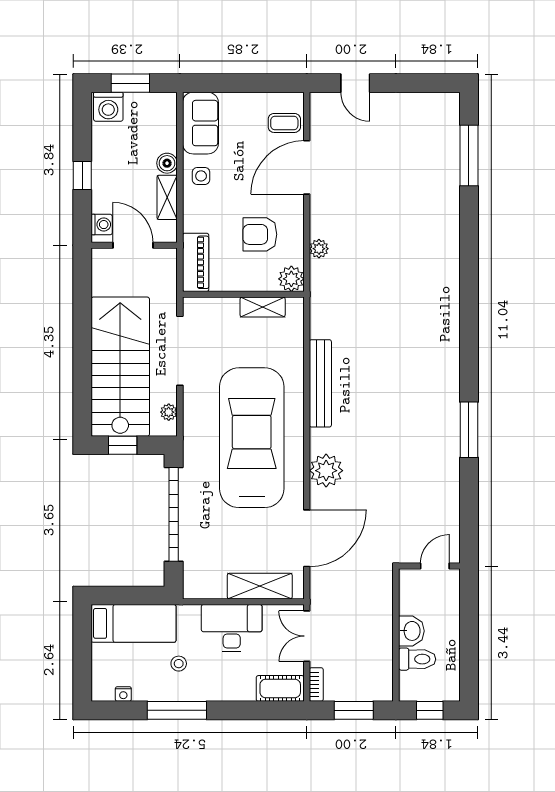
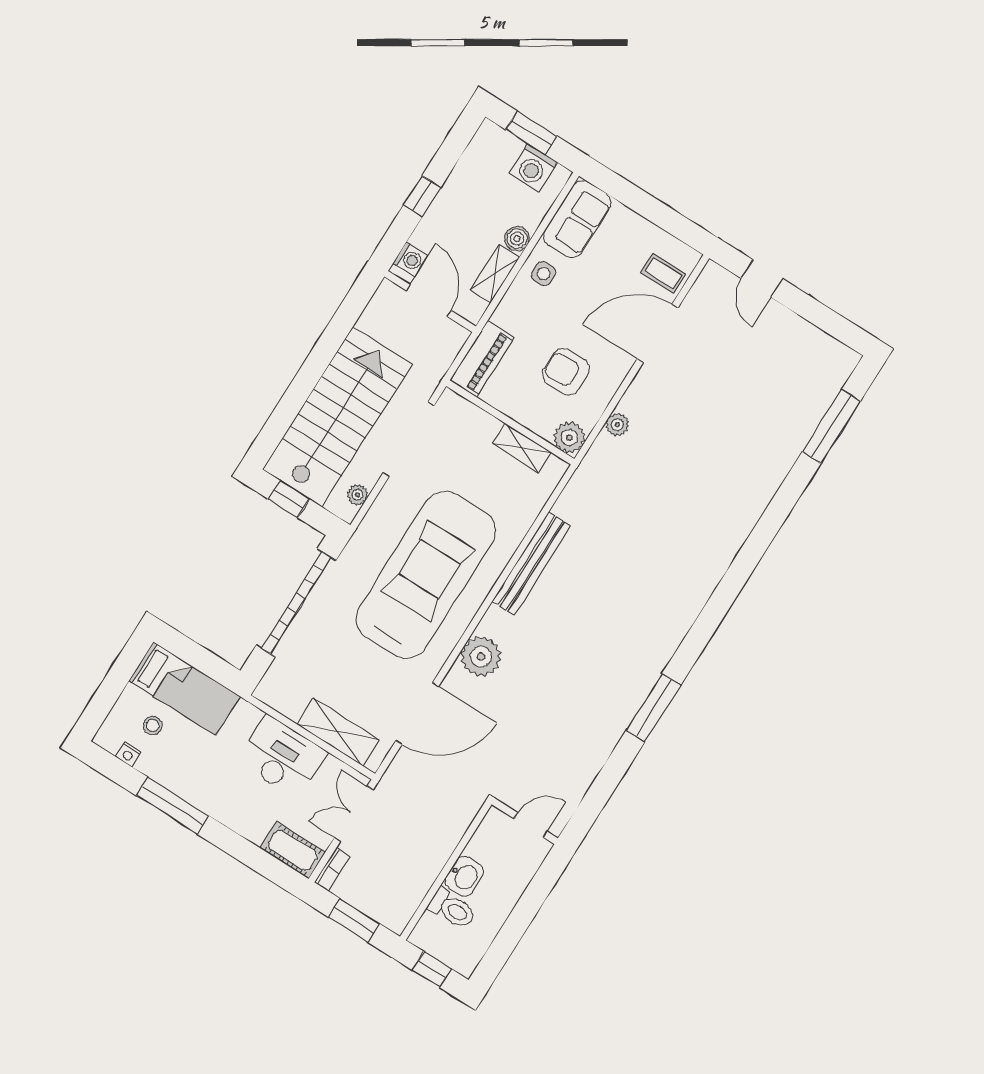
washing machine: (108, 107) -> (533, 168), moved
stool: (179, 664) -> (153, 725), moved

